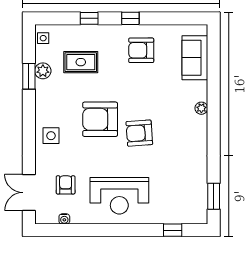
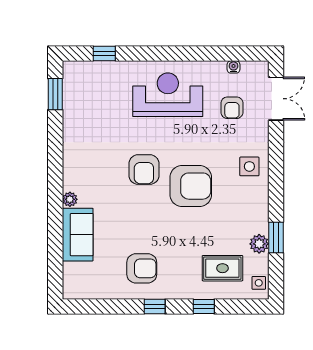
sofa: (195, 58) -> (78, 235), moved
rug: (81, 62) -> (222, 268), moved
armchair: (139, 133) -> (144, 170), turned 94

